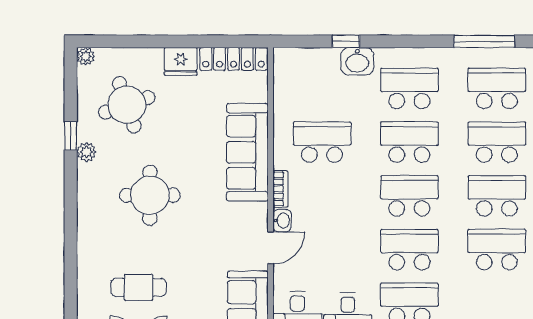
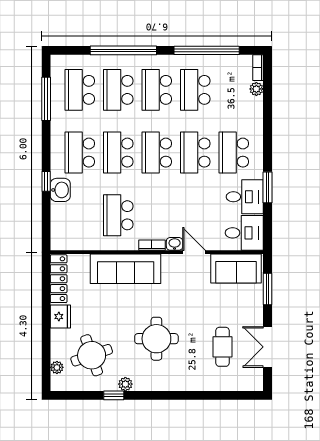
window: (346, 41) -> (46, 181), moved
plant: (86, 56) -> (57, 367), moved

